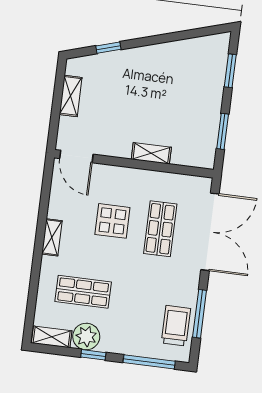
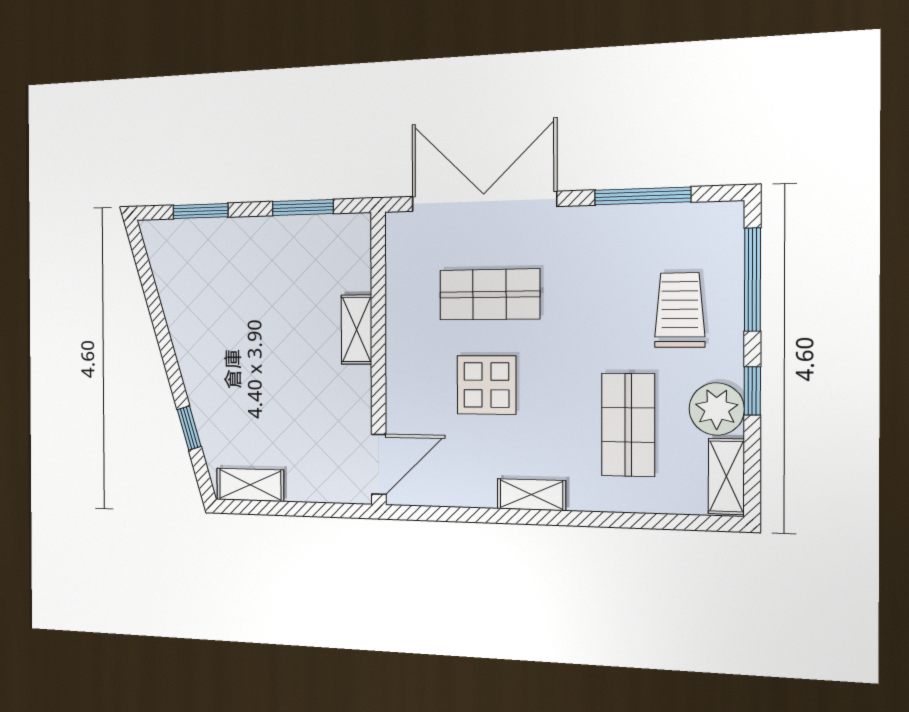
shelving: (71, 96) -> (250, 485), moved
trolley: (176, 326) -> (680, 310), moved, turned 90

